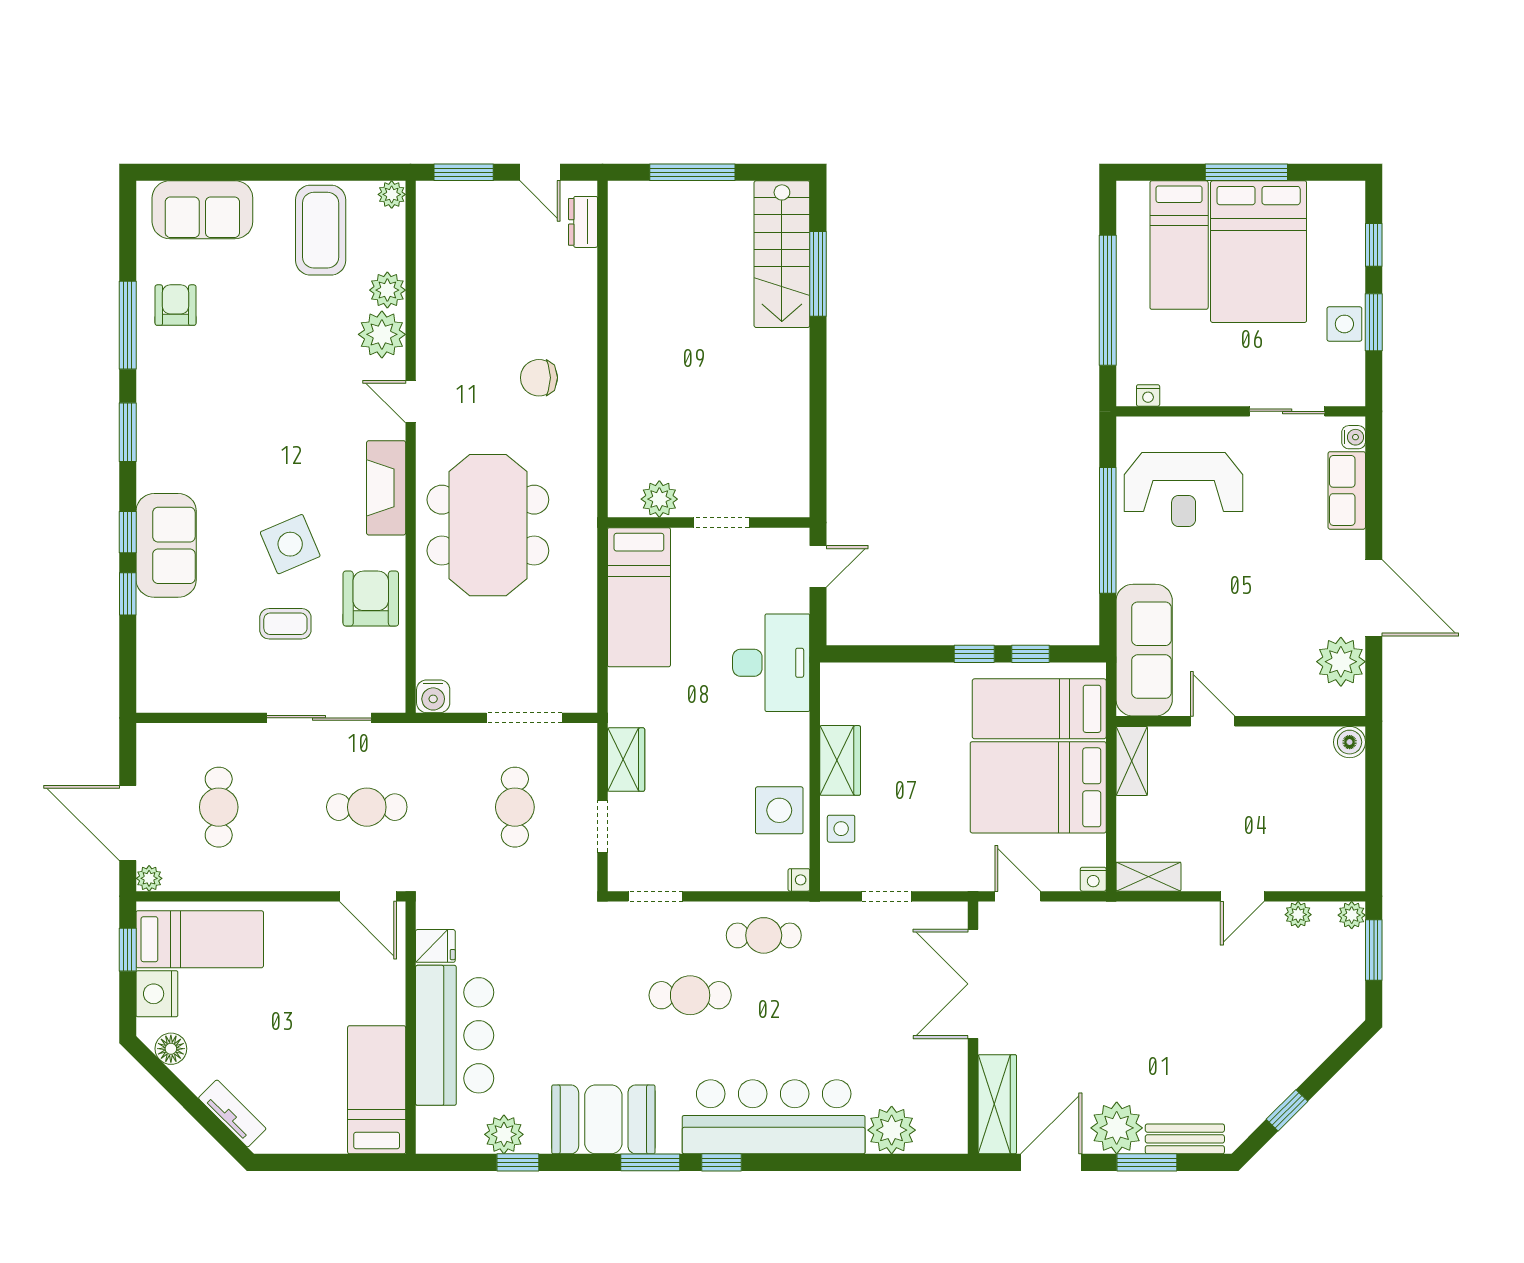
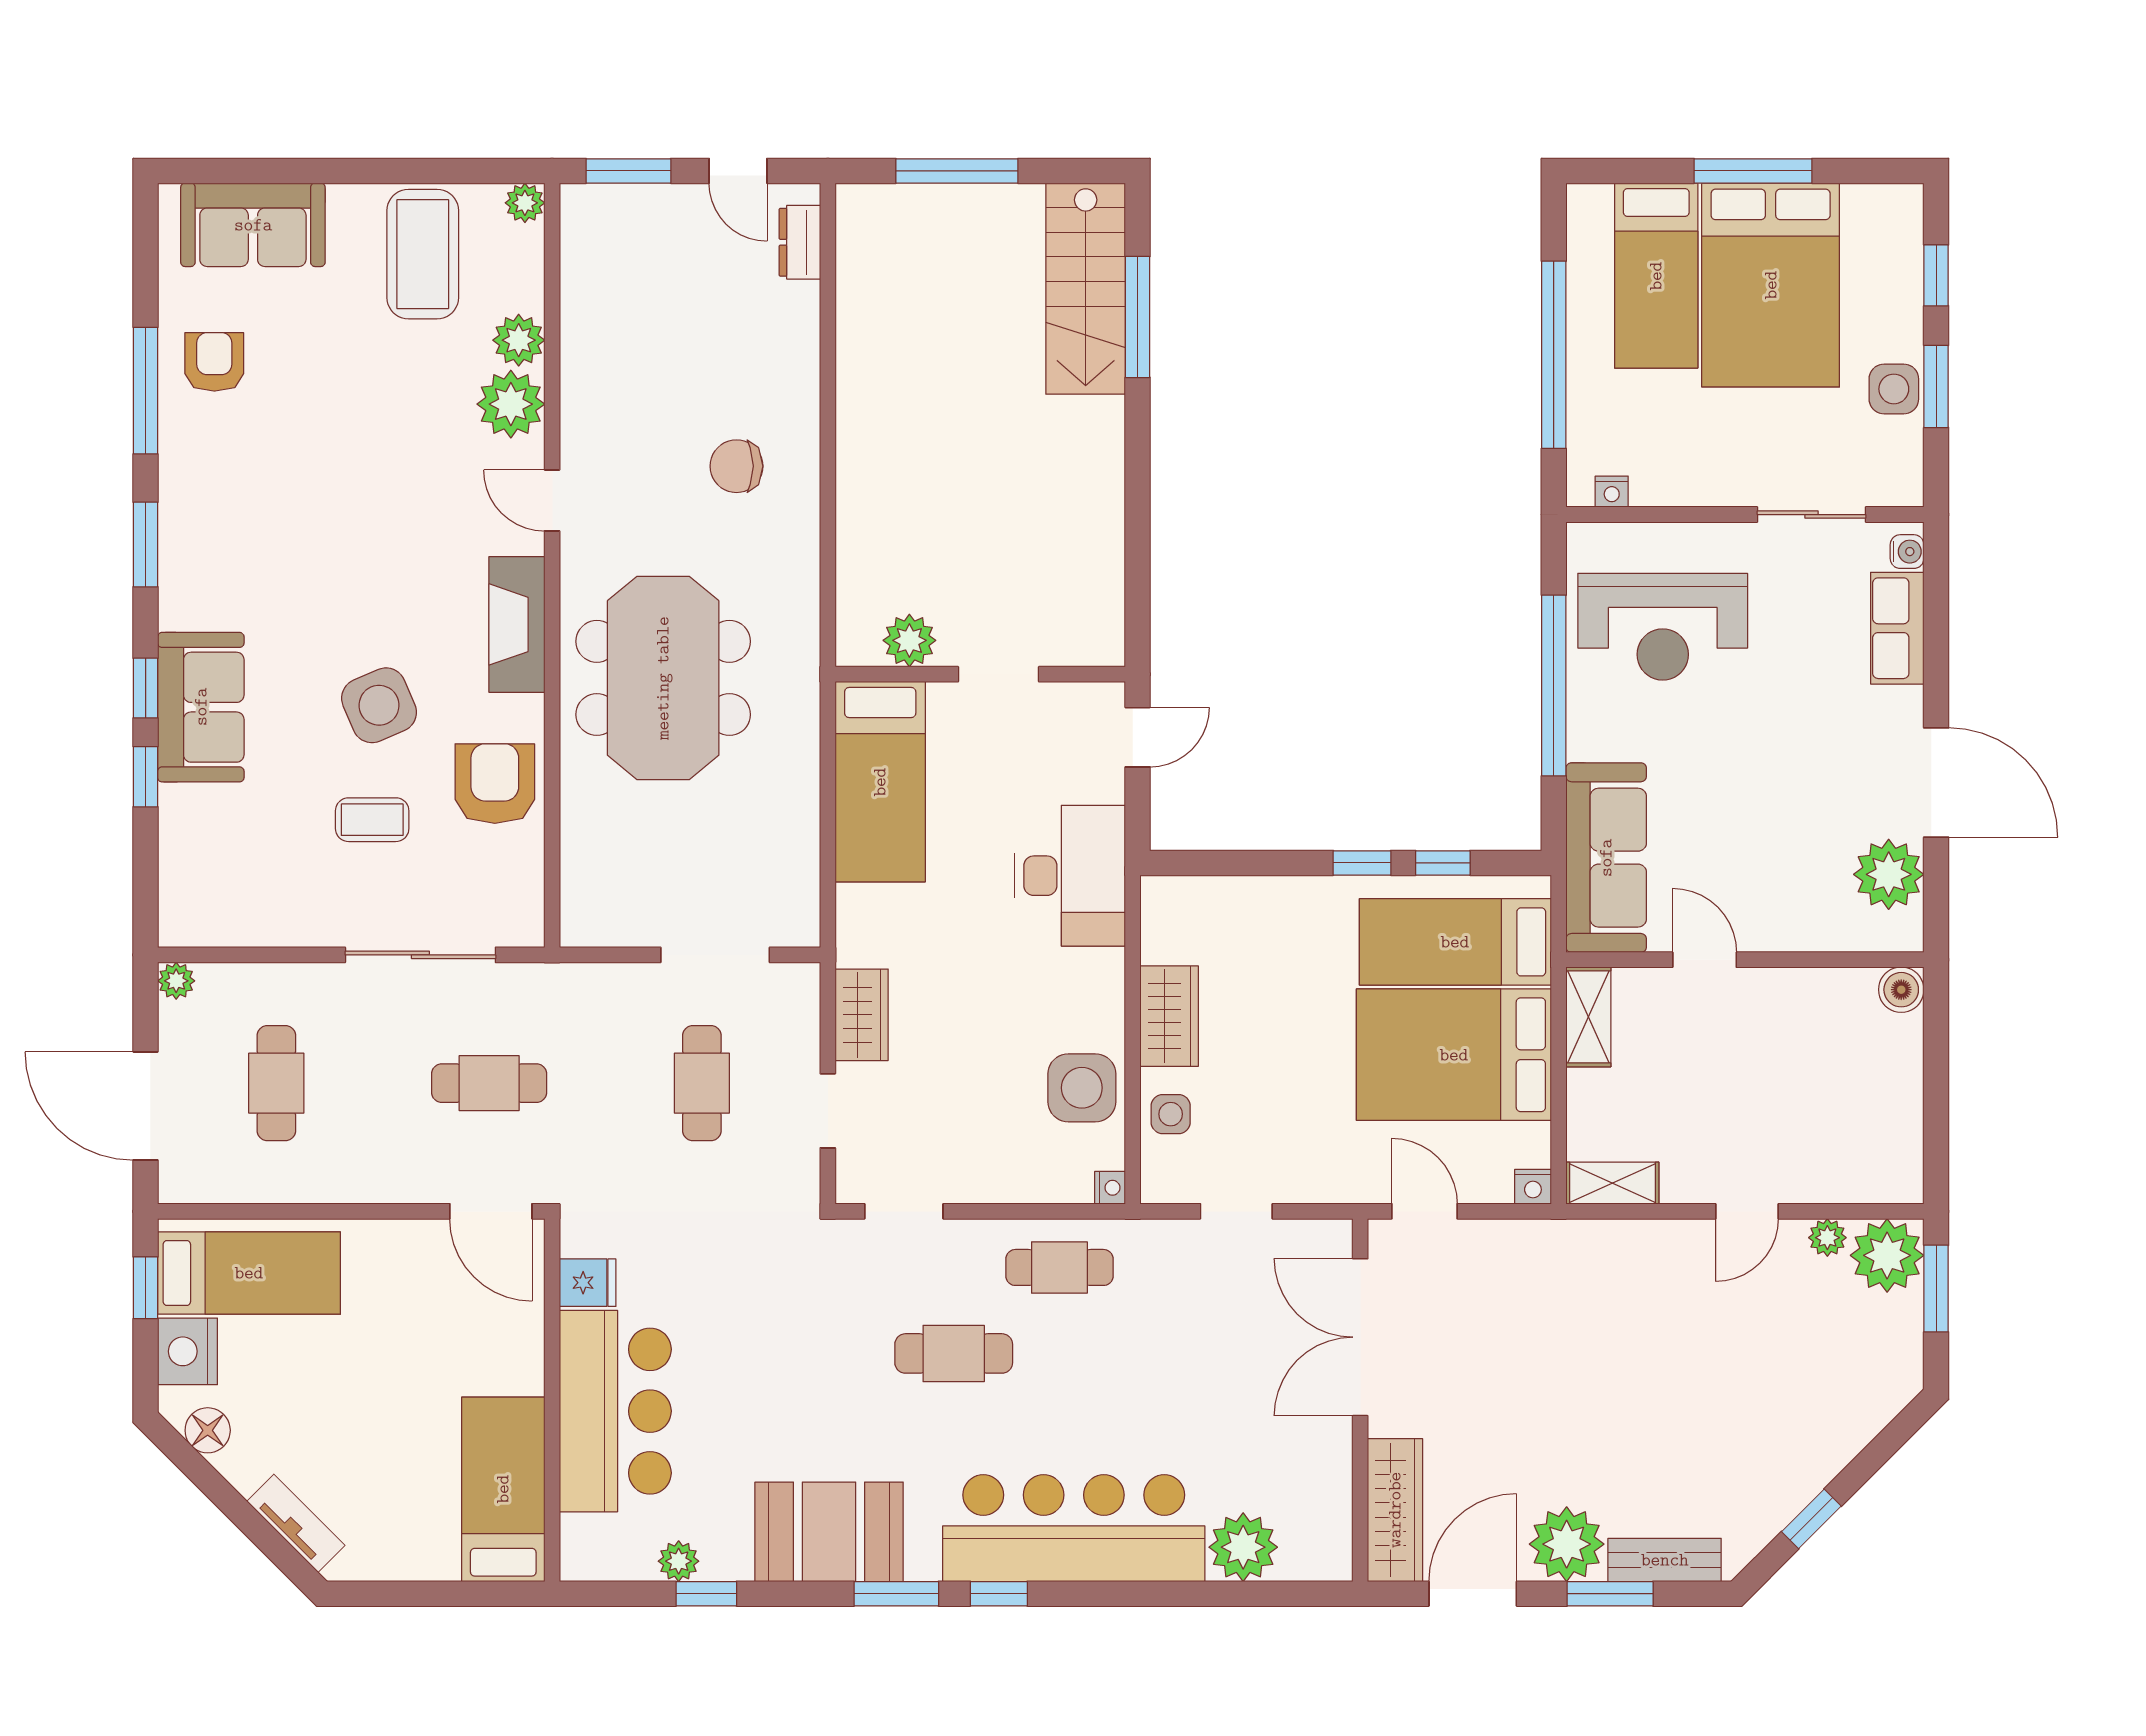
water cooler: (433, 696) -> (584, 924), removed
plant: (149, 878) -> (176, 981), moved
plant: (1352, 915) -> (1887, 1255), width x1.87, depth x1.87
plant: (504, 1134) -> (679, 1561), width x0.73, depth x0.73

